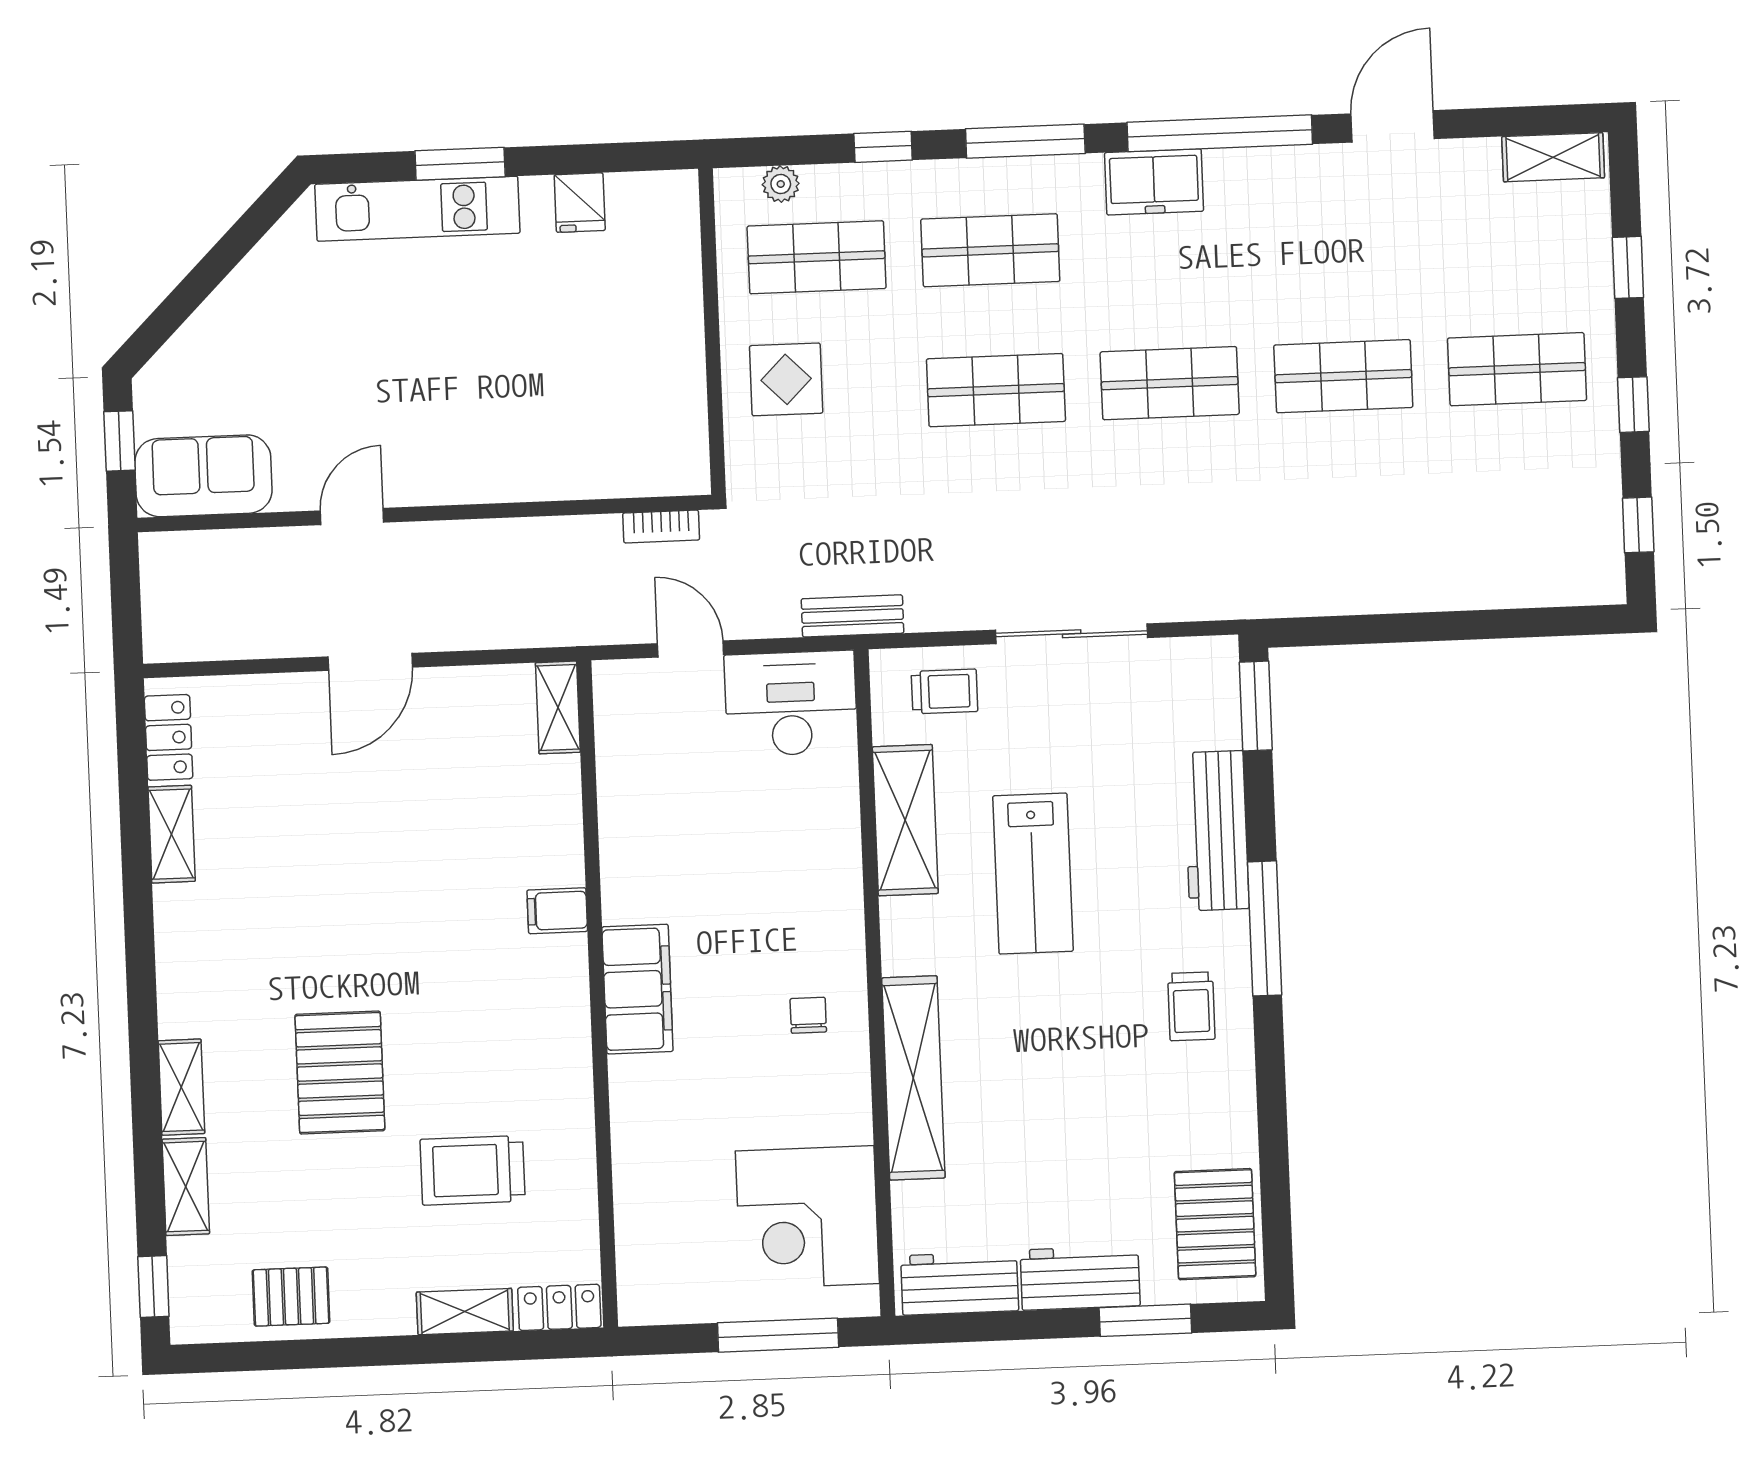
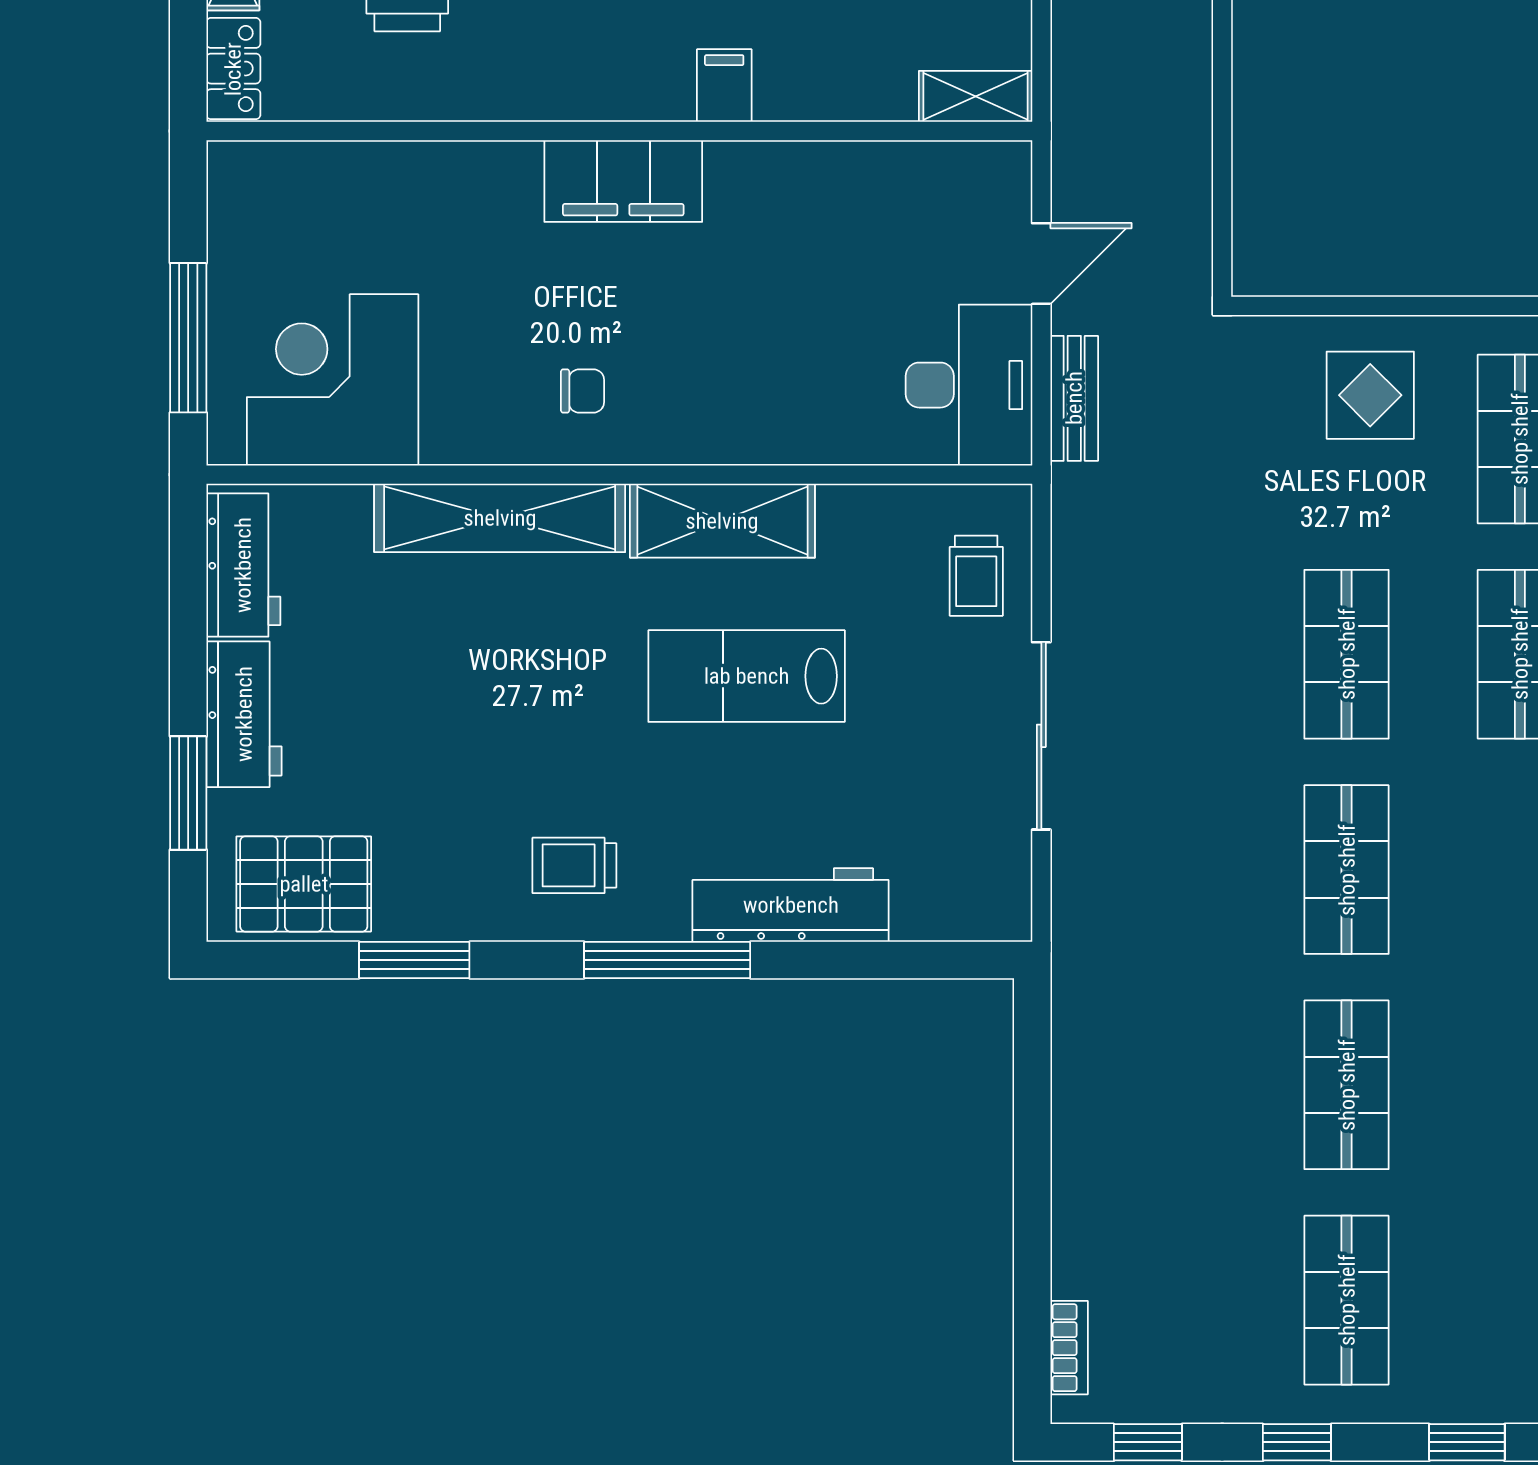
bookcase: (661, 527) -> (1069, 1348), moved, turned 180
bench: (853, 616) -> (1074, 398), moved
window: (1256, 706) -> (414, 960), moved
shelving: (905, 820) -> (722, 521), moved

